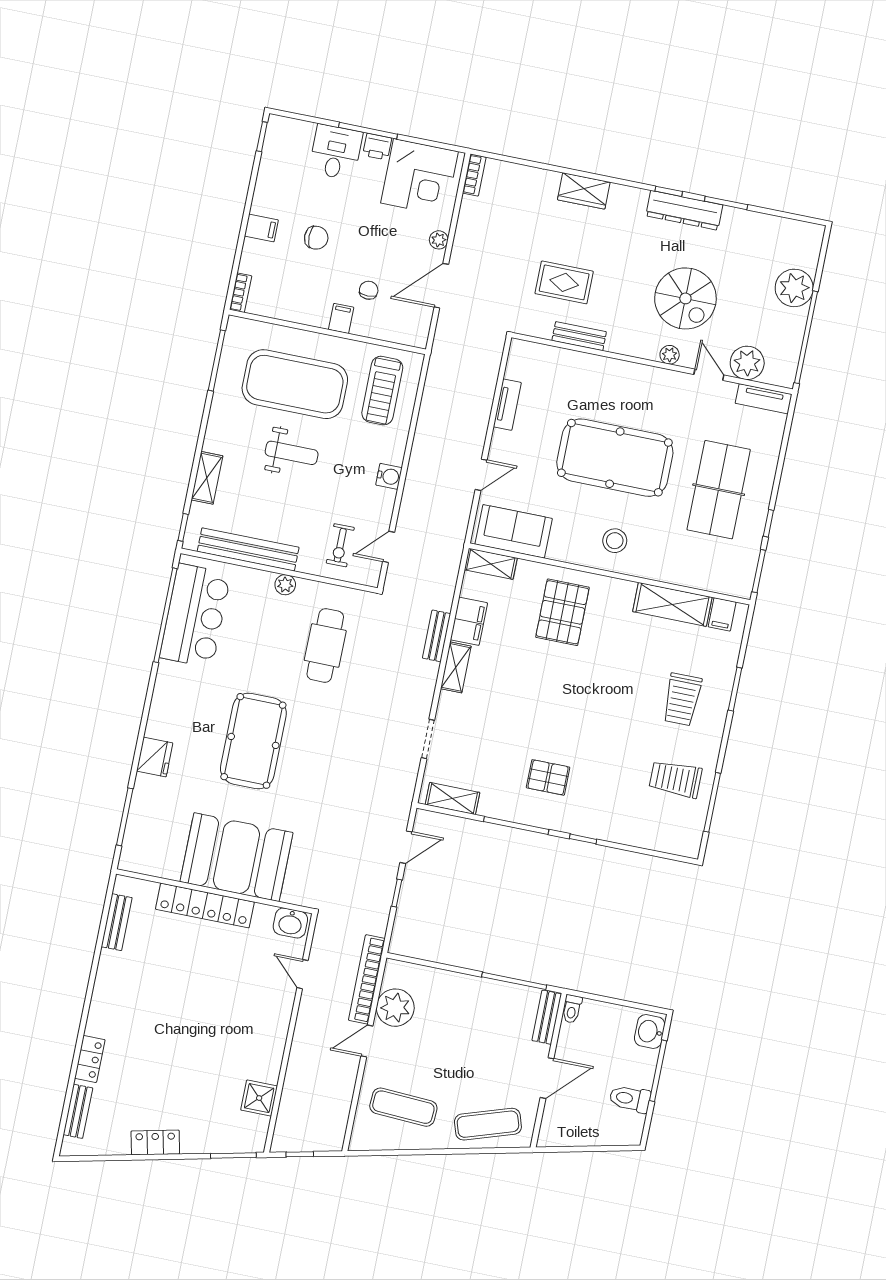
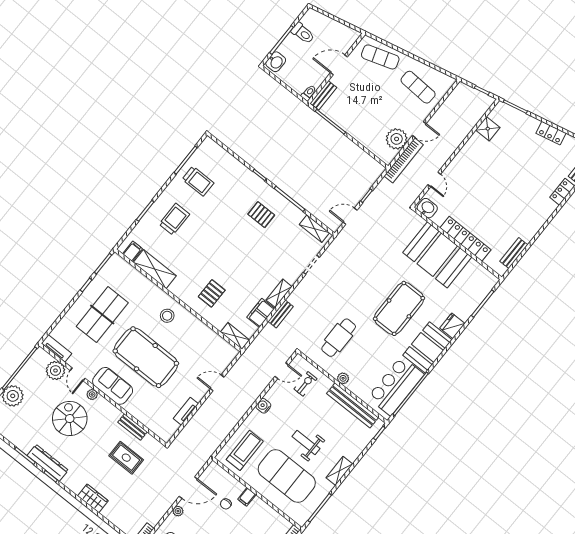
shelving: (207, 478) -> (339, 471), moved
sofa: (514, 531) -> (113, 386), moved, turned 180
pallet: (562, 612) -> (212, 293), width x0.67, depth x0.71
booth: (177, 702) -> (427, 347), added

